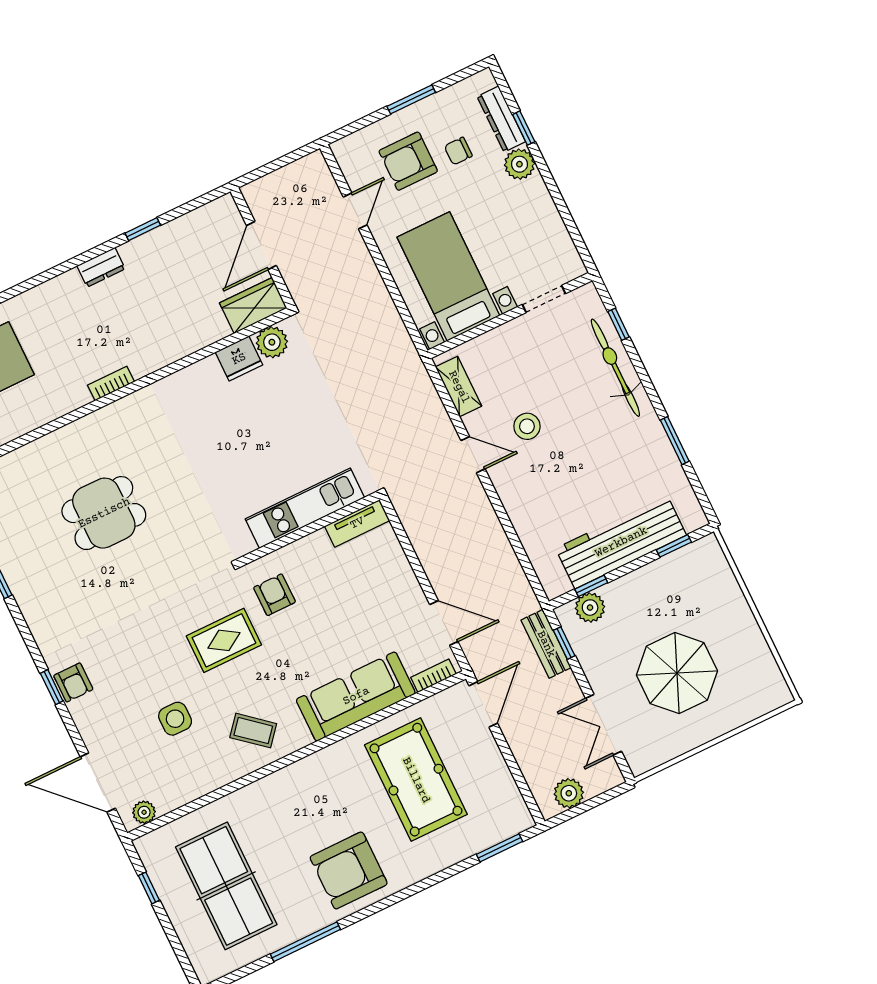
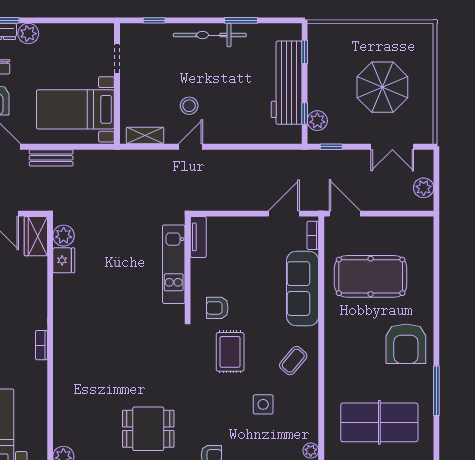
bicycle: (615, 368) -> (210, 35), moved
dining table: (104, 513) -> (148, 429), moved, turned 90
bench: (546, 644) -> (51, 158), moved
window: (499, 848) -> (436, 246), removed

